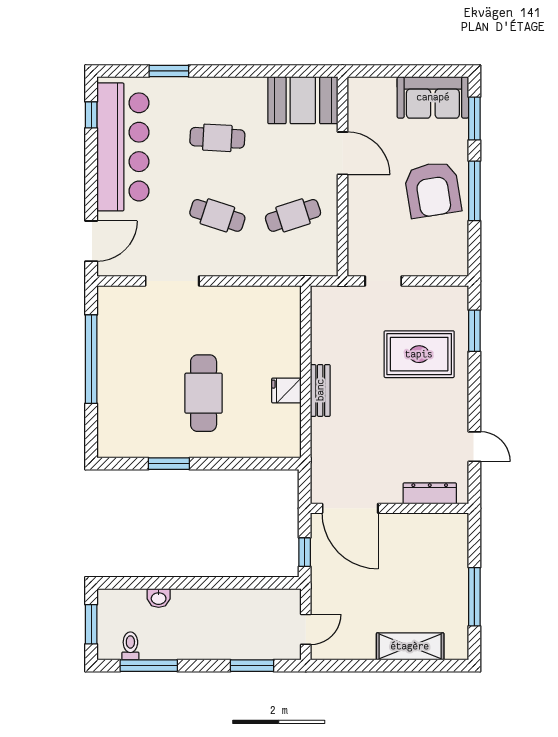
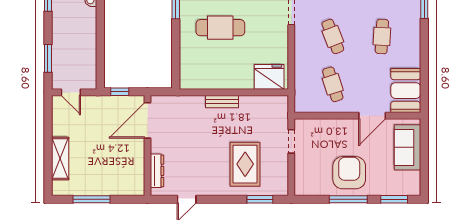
sofa: (433, 97) -> (407, 147), moved
armchair: (433, 190) -> (349, 173), turned 99
cafe table: (217, 215) -> (333, 36), turned -39
fridge: (286, 391) -> (269, 77), moved, width x1.88, depth x1.34

